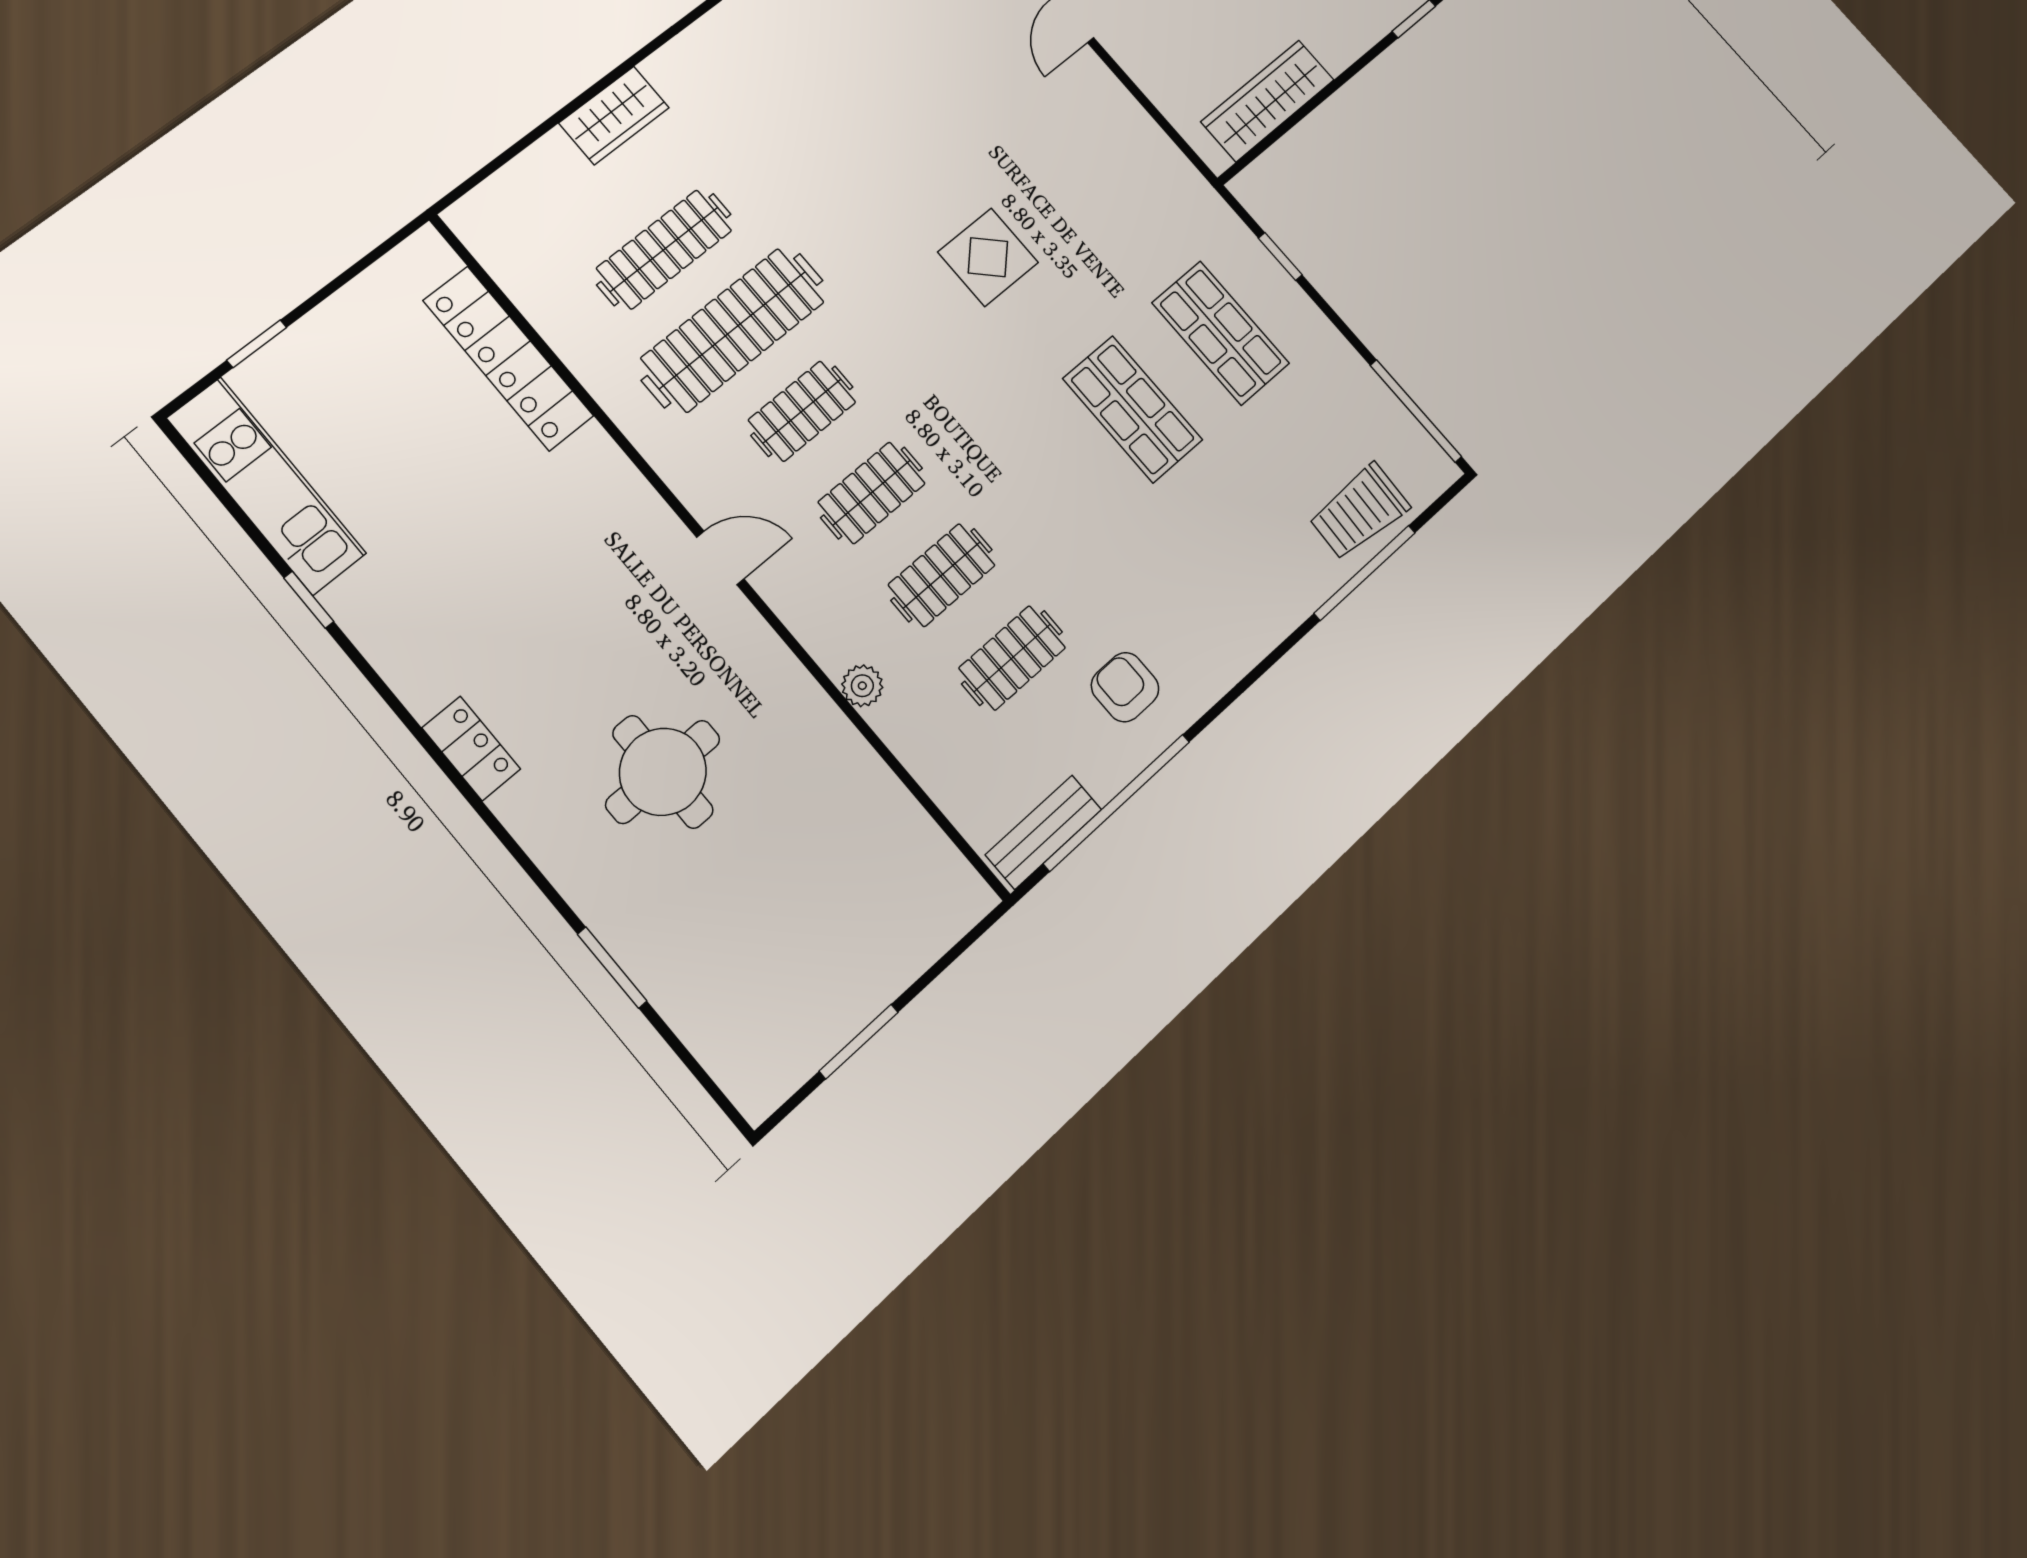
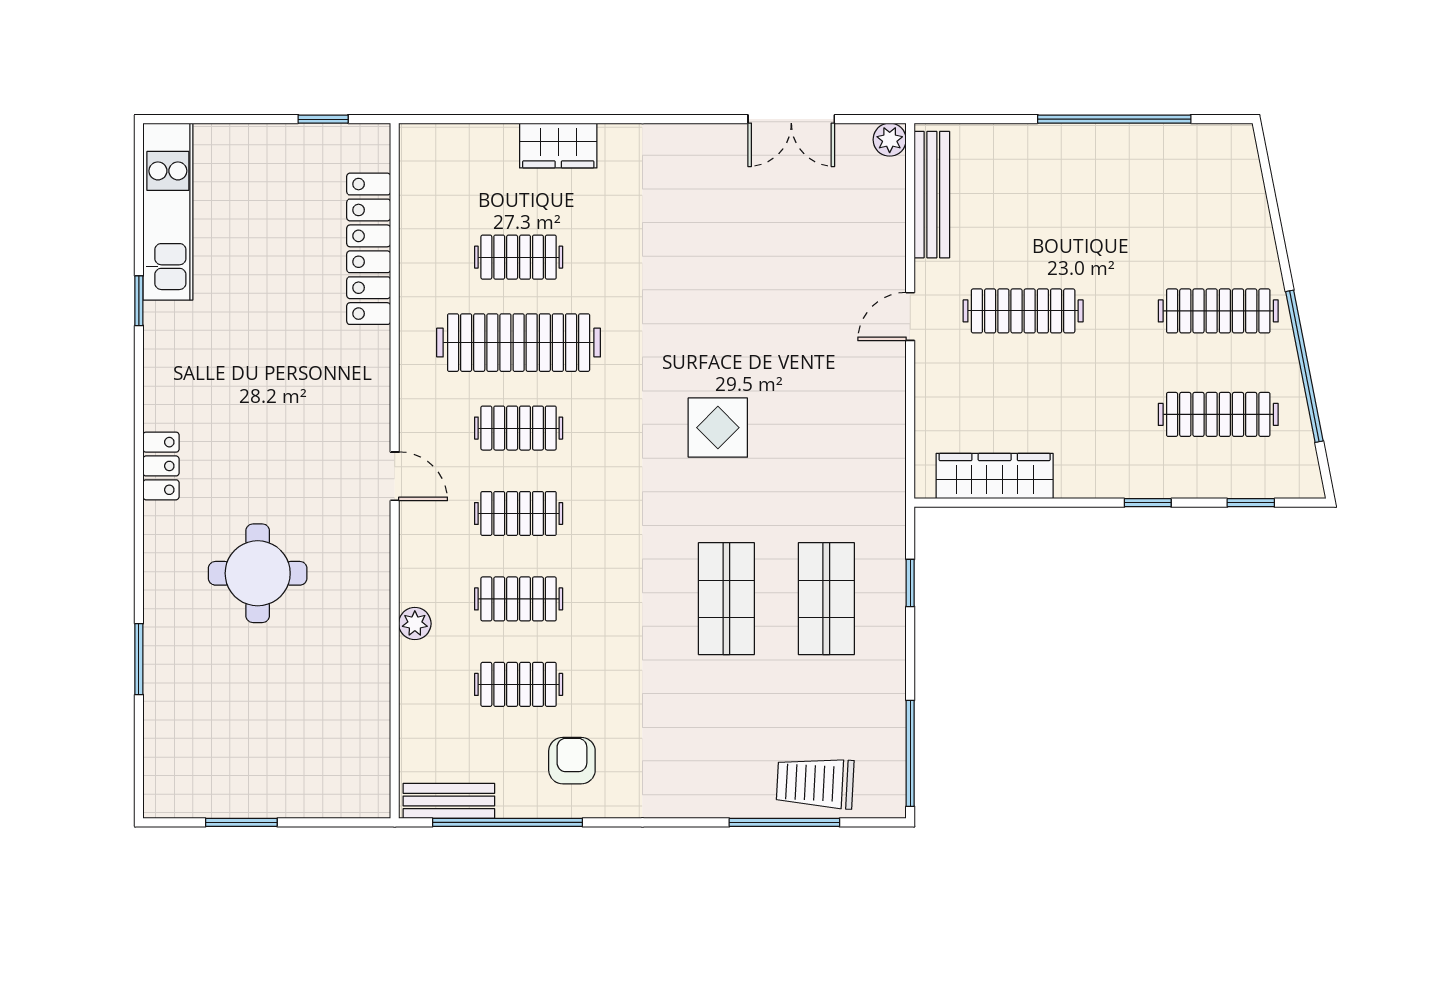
clothes rail: (664, 249) -> (519, 257), width x0.73
window: (257, 344) -> (323, 119), moved

